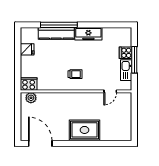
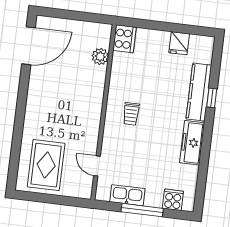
window: (59, 25) -> (212, 98), width x0.32
cooker: (126, 53) -> (173, 200), moved
plant: (31, 98) -> (100, 56), moved
rug: (84, 130) -> (46, 165), moved

